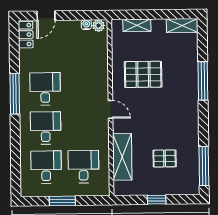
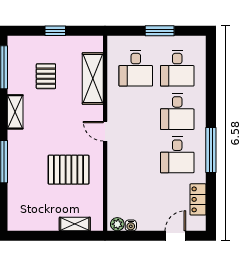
shelving: (182, 26) -> (15, 112), moved, turned 90
locker: (26, 35) -> (198, 199), moved
pallet: (165, 158) -> (46, 76), turned 90

